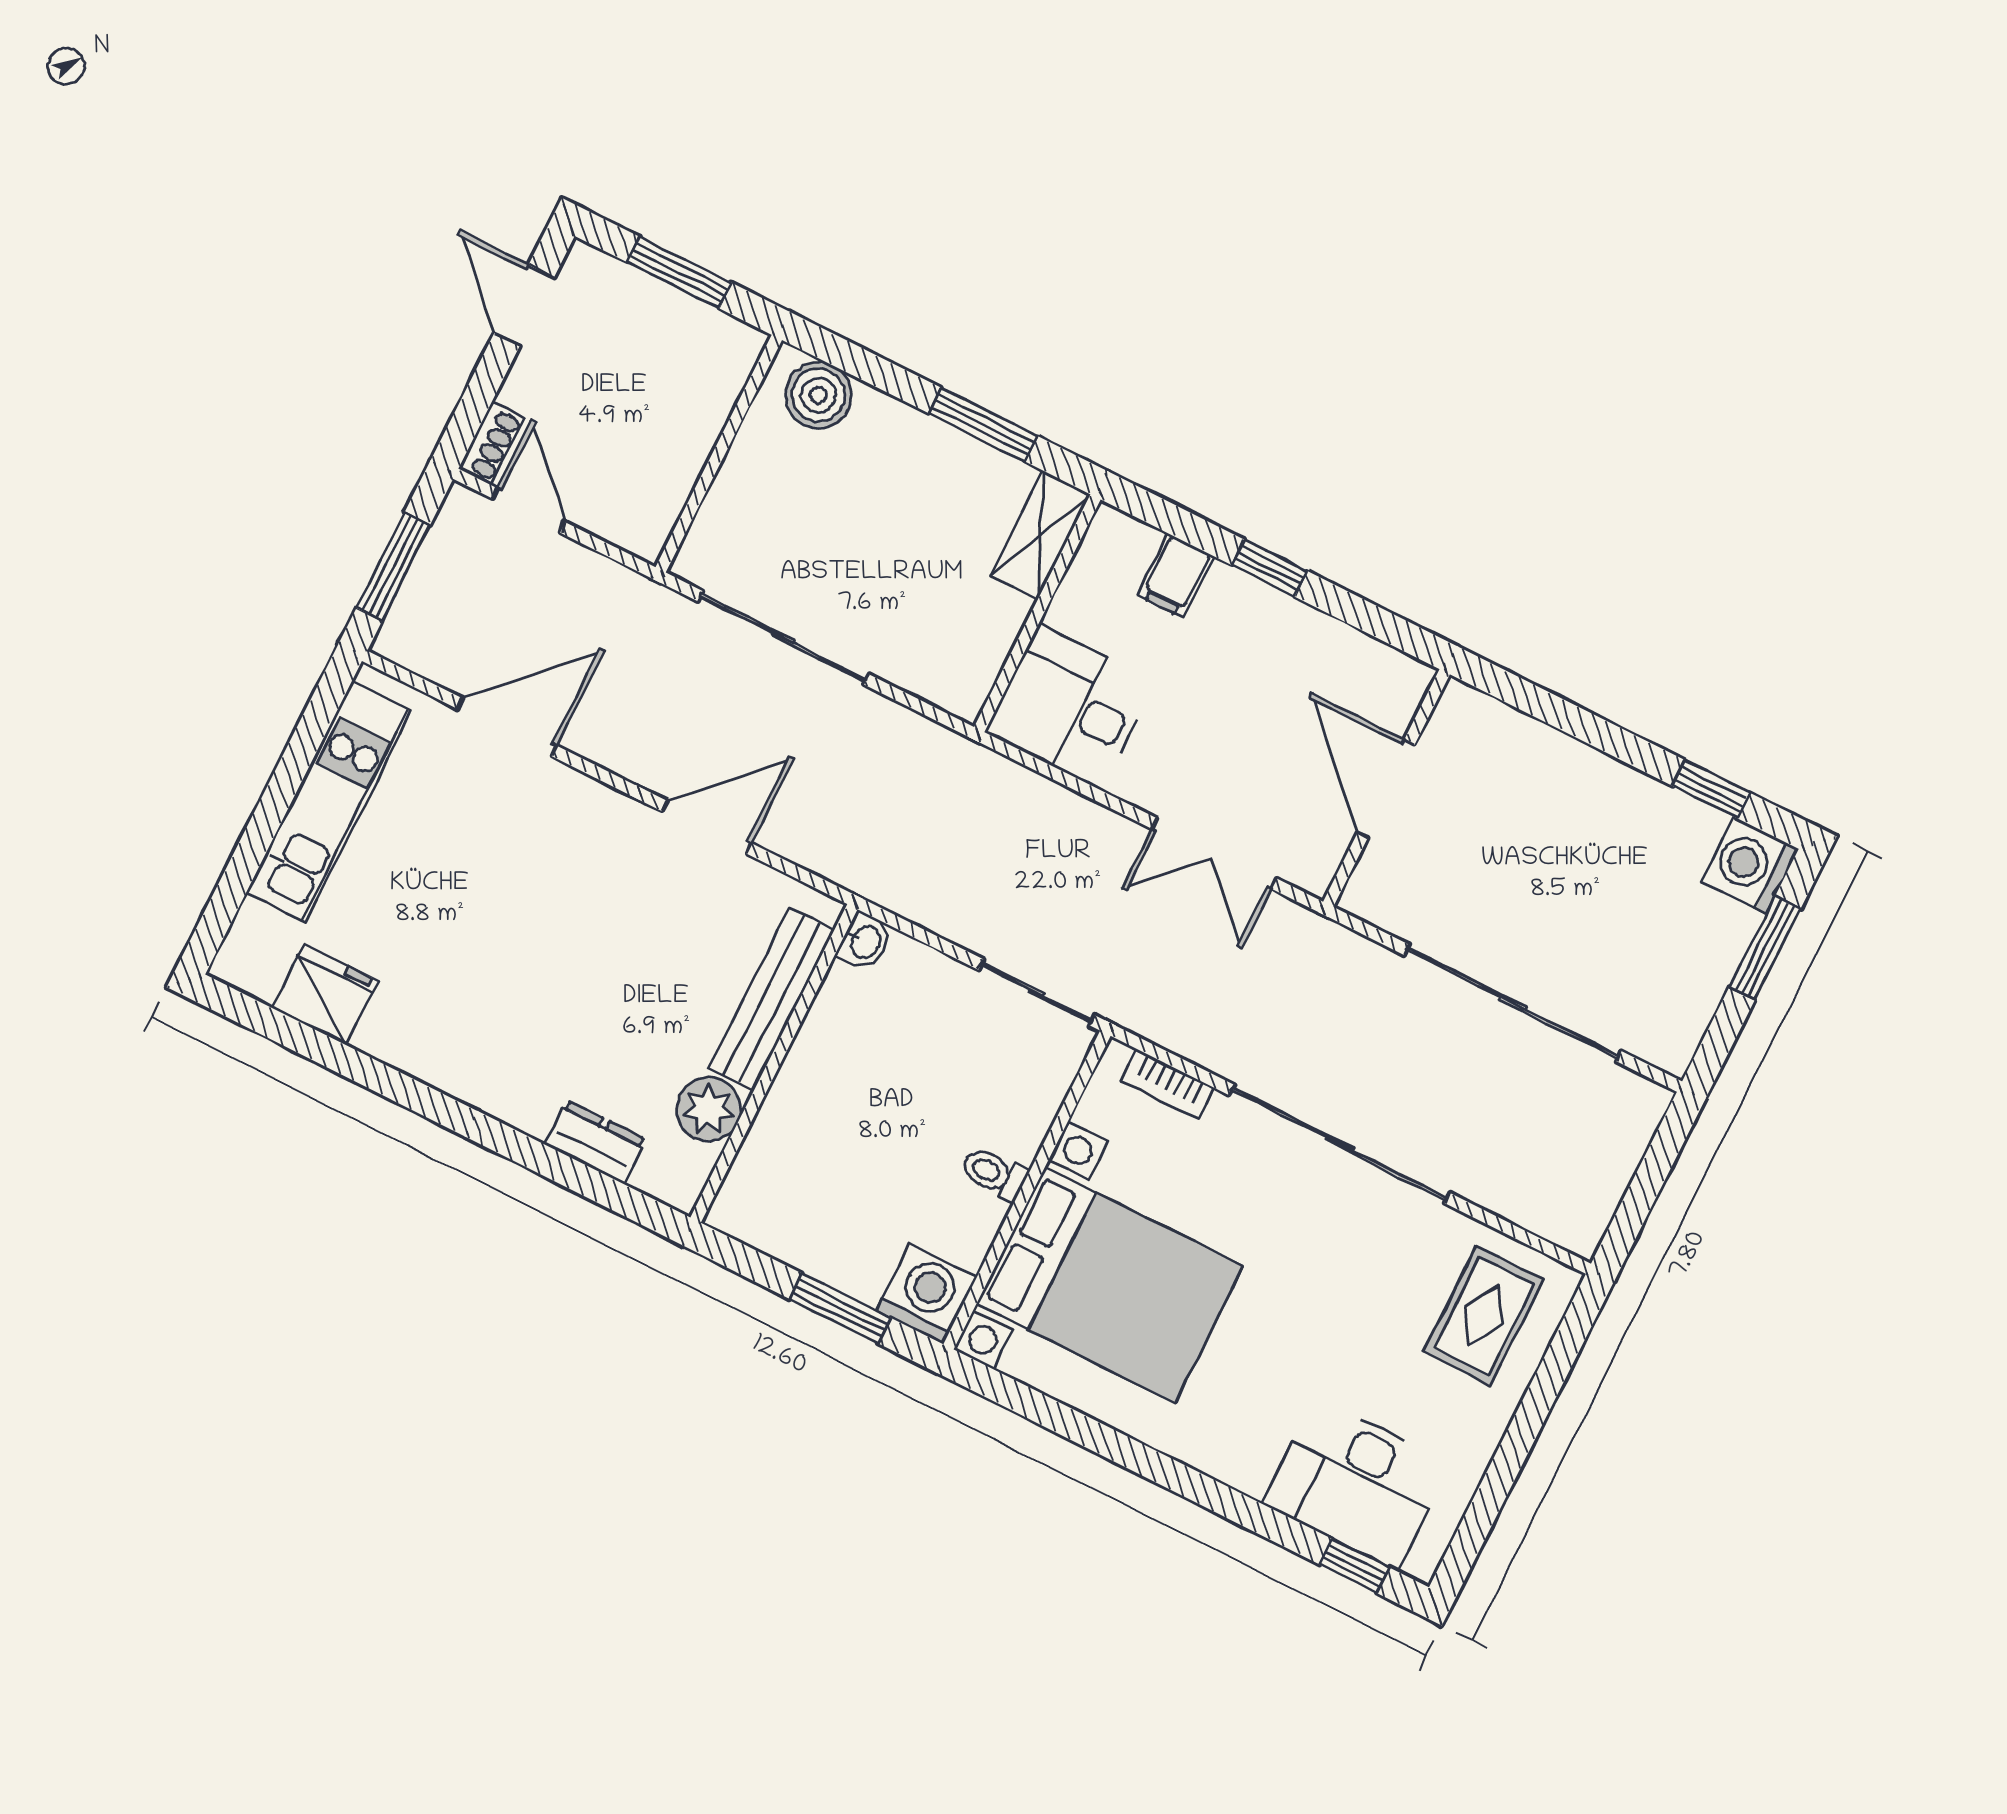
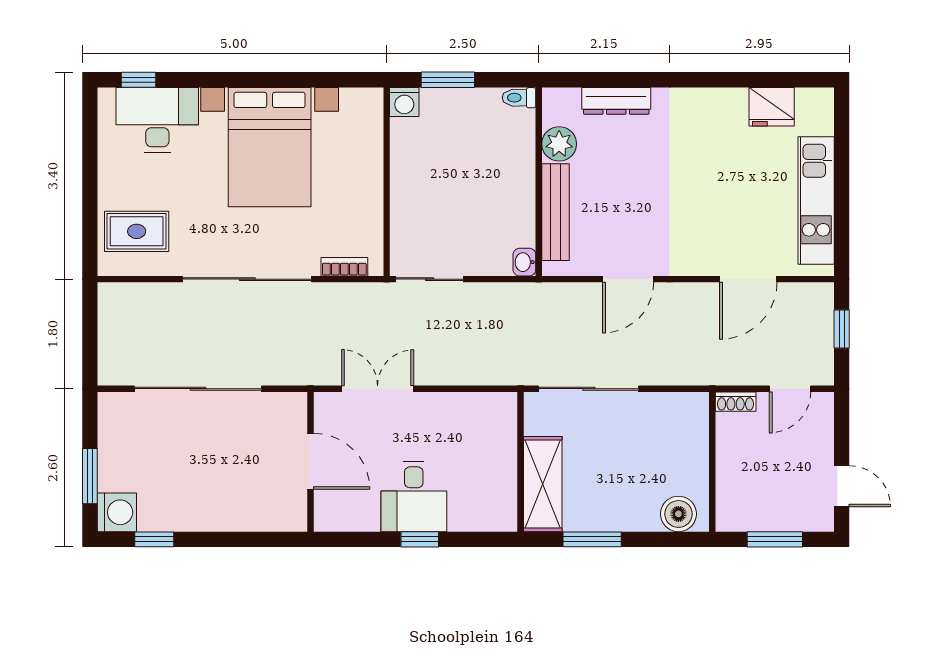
shoe rack: (491, 443) -> (736, 402), moved, turned -90
door: (529, 510) -> (790, 389), hinge flipped
shelving: (1040, 535) -> (543, 484), width x1.50, depth x1.33
window: (393, 567) -> (842, 329), width x0.67
filing cabinet: (1176, 576) -> (463, 513), removed
sliding door: (783, 638) -> (589, 389), moved
desk: (1070, 707) -> (414, 496), moved, turned 90
dresser: (595, 1142) -> (616, 101), width x1.44
toilet: (994, 1174) -> (519, 98), moved, turned 180
bed with nightstands: (1110, 1285) -> (270, 147), moved, turned -90
washing machine: (927, 1294) -> (404, 102), width x0.73, depth x0.73
rug: (1484, 1316) -> (137, 231), turned 90

